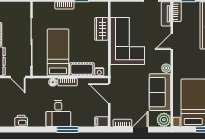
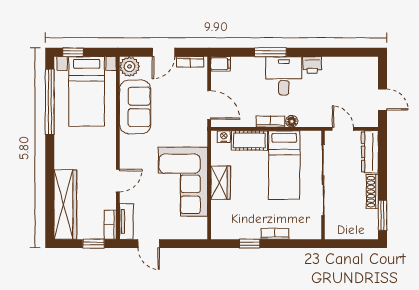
wardrobe: (101, 29) -> (221, 183), moved
plant: (166, 68) -> (126, 142), removed
printer: (21, 121) -> (312, 65), moved

